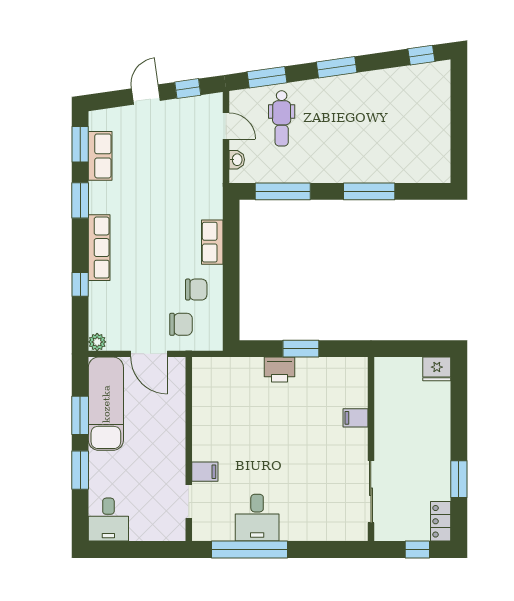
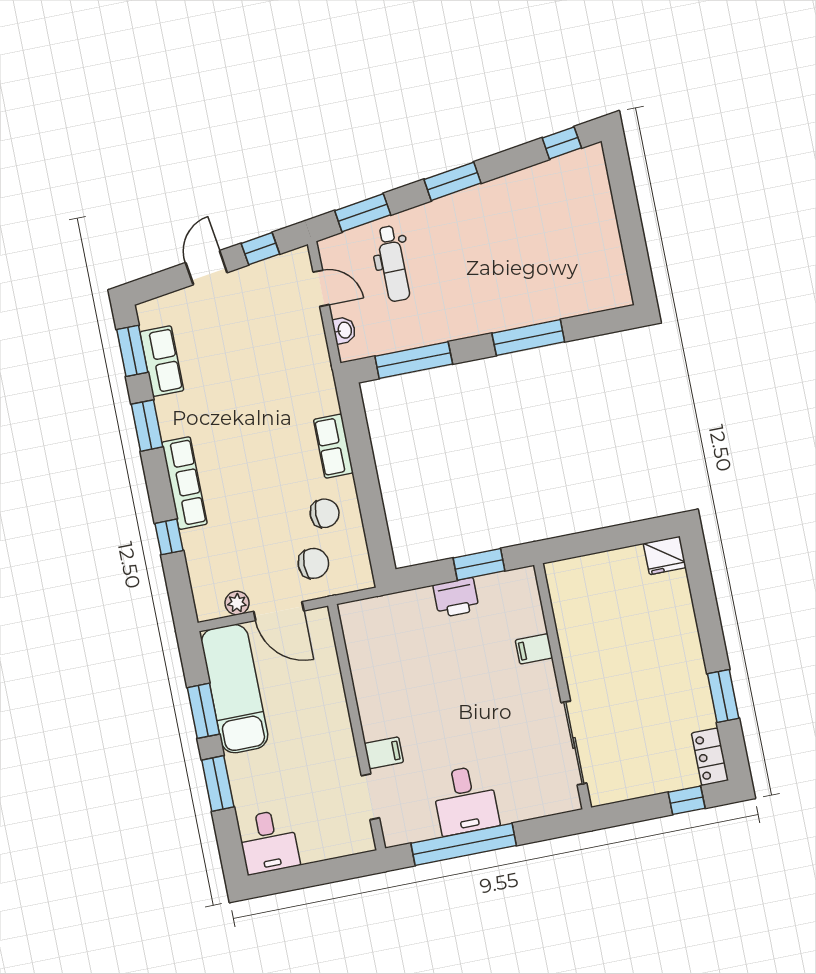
plant: (97, 342) -> (237, 603), moved
filing cabinet: (355, 418) -> (534, 649), moved
wall: (371, 449) -> (563, 686), moved
sliding door: (371, 492) -> (574, 743), moved

